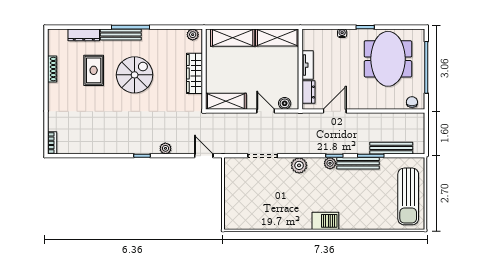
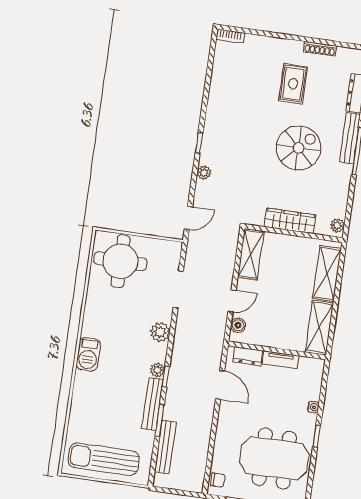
rug: (94, 70) -> (293, 84), moved, turned 90
spiral stairs: (135, 75) -> (299, 148), turned -90
round table: (247, 206) -> (120, 261), added

